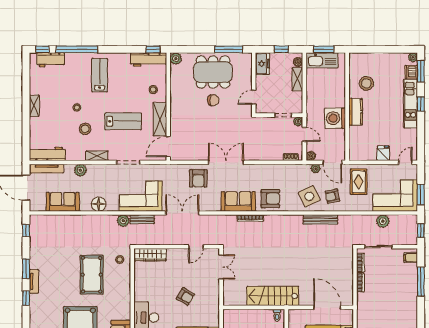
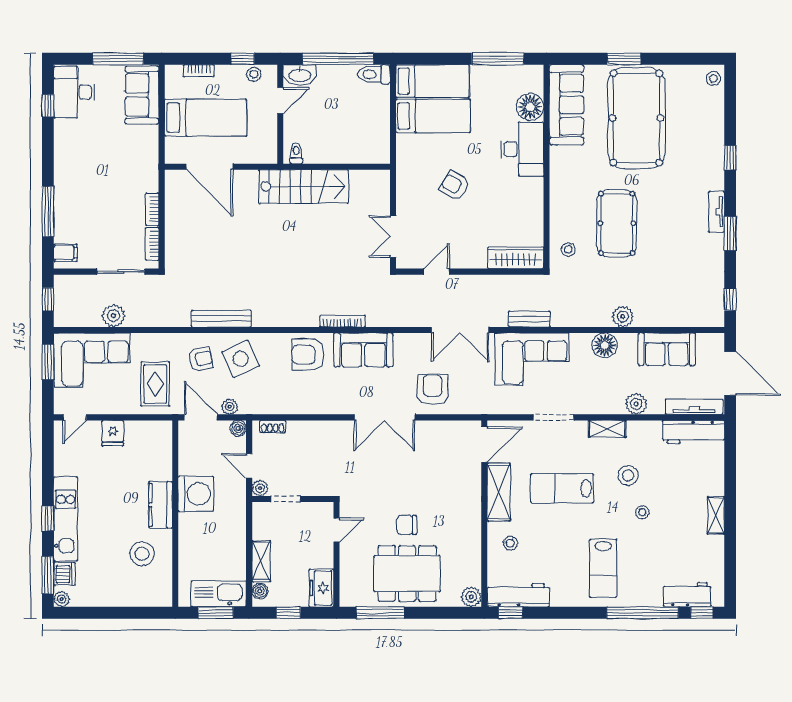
plant: (123, 221) -> (623, 317), moved
window: (26, 298) -> (730, 158), moved

